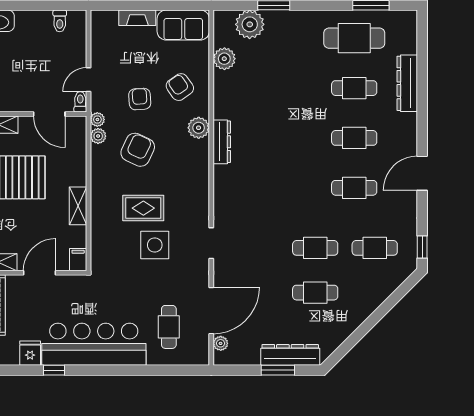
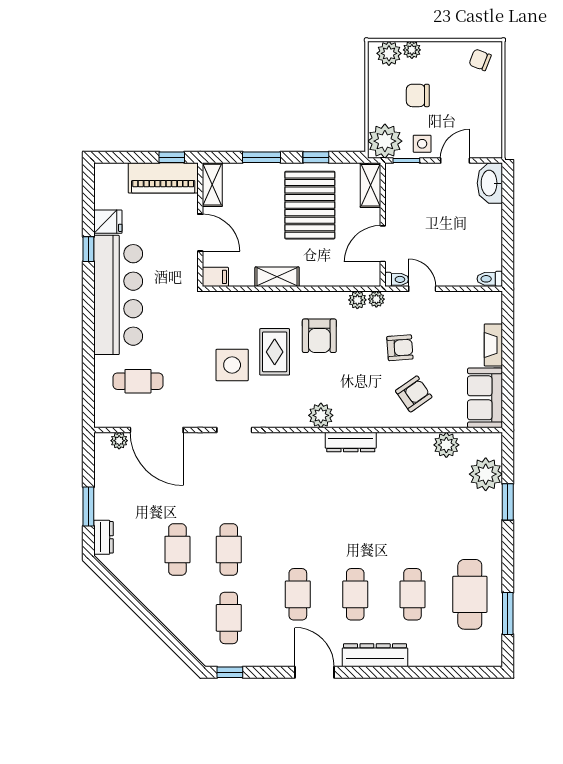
toilet: (60, 21) -> (490, 279), moved
dresser: (407, 83) -> (375, 655), moved
plant: (199, 128) -> (321, 415), moved
armchair: (138, 150) -> (319, 336), moved, turned 65
dresser: (290, 355) -> (103, 537), width x0.51, depth x0.80

